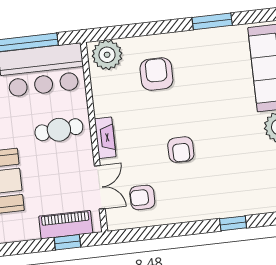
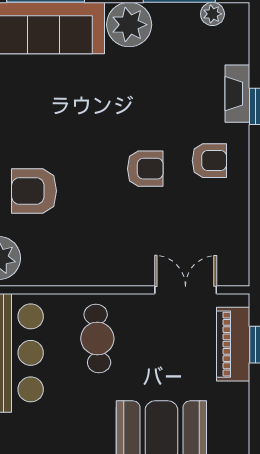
fireplace: (105, 138) -> (237, 94), moved, turned -90
armchair: (142, 197) -> (209, 161), moved, turned -90

